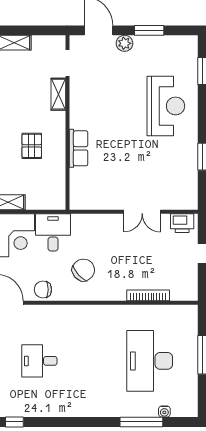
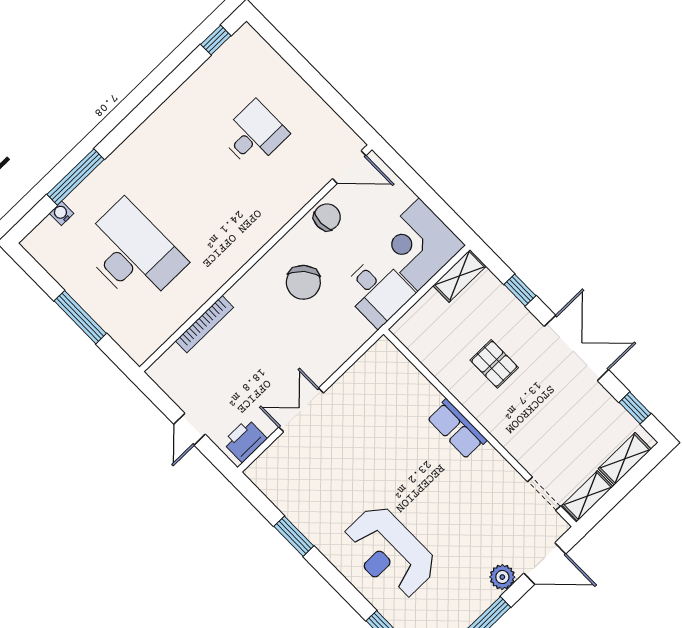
shelving: (58, 94) -> (587, 496), moved, turned 90
row of seats: (79, 148) -> (457, 429), moved

